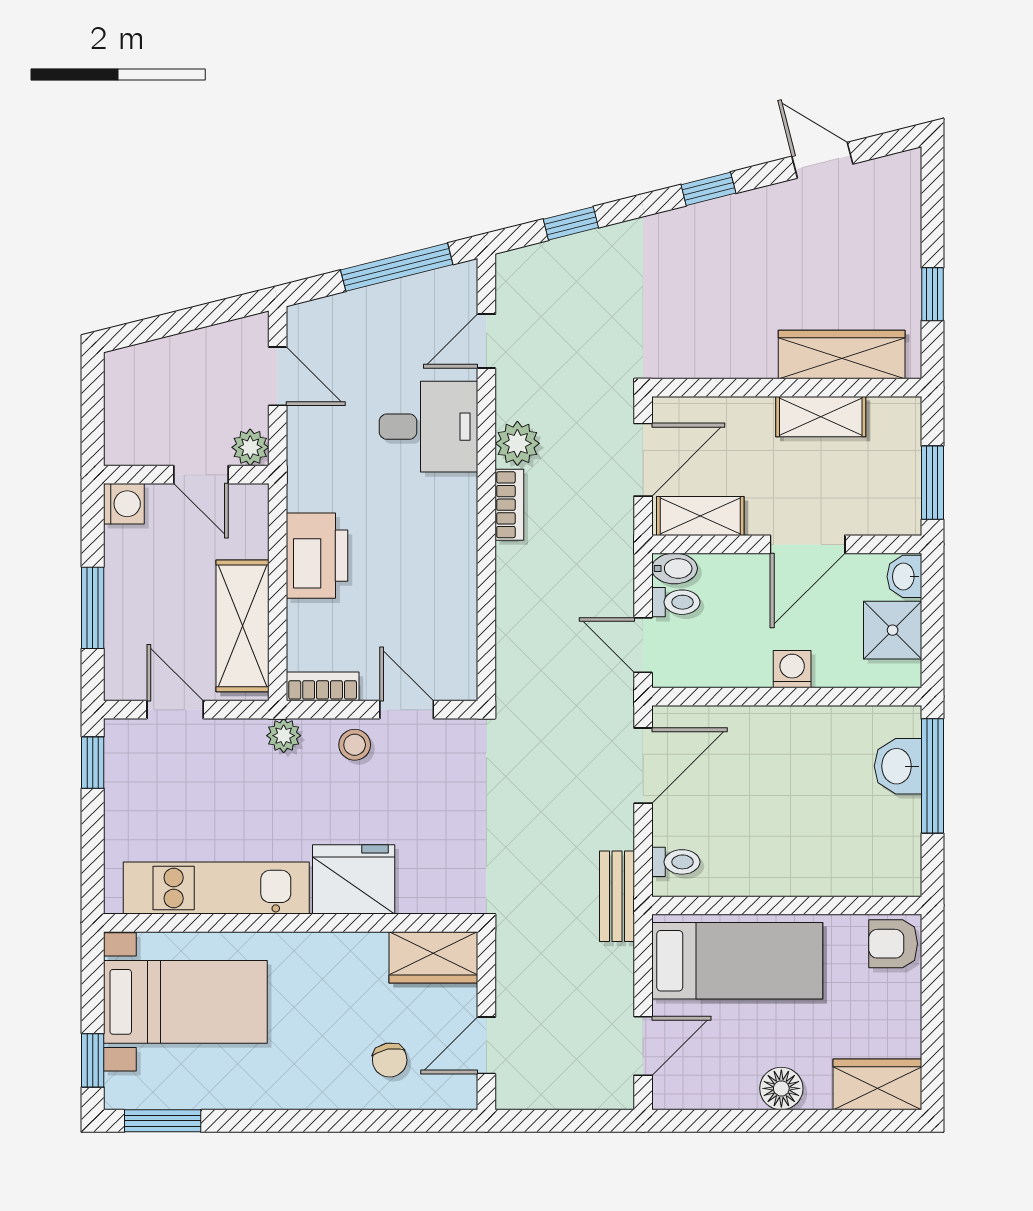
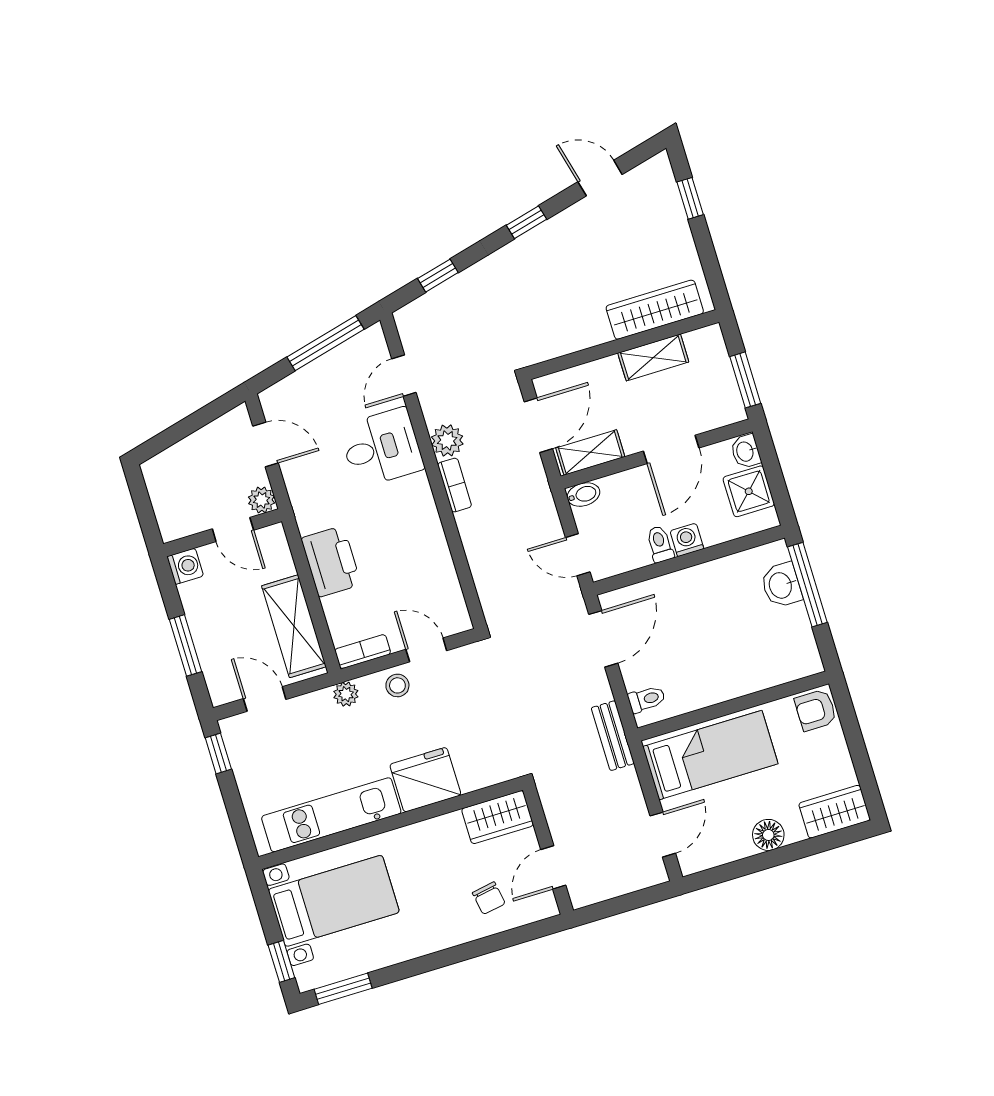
window: (932, 294) -> (690, 198), moved
toilet: (676, 602) -> (660, 544), moved, turned -90

